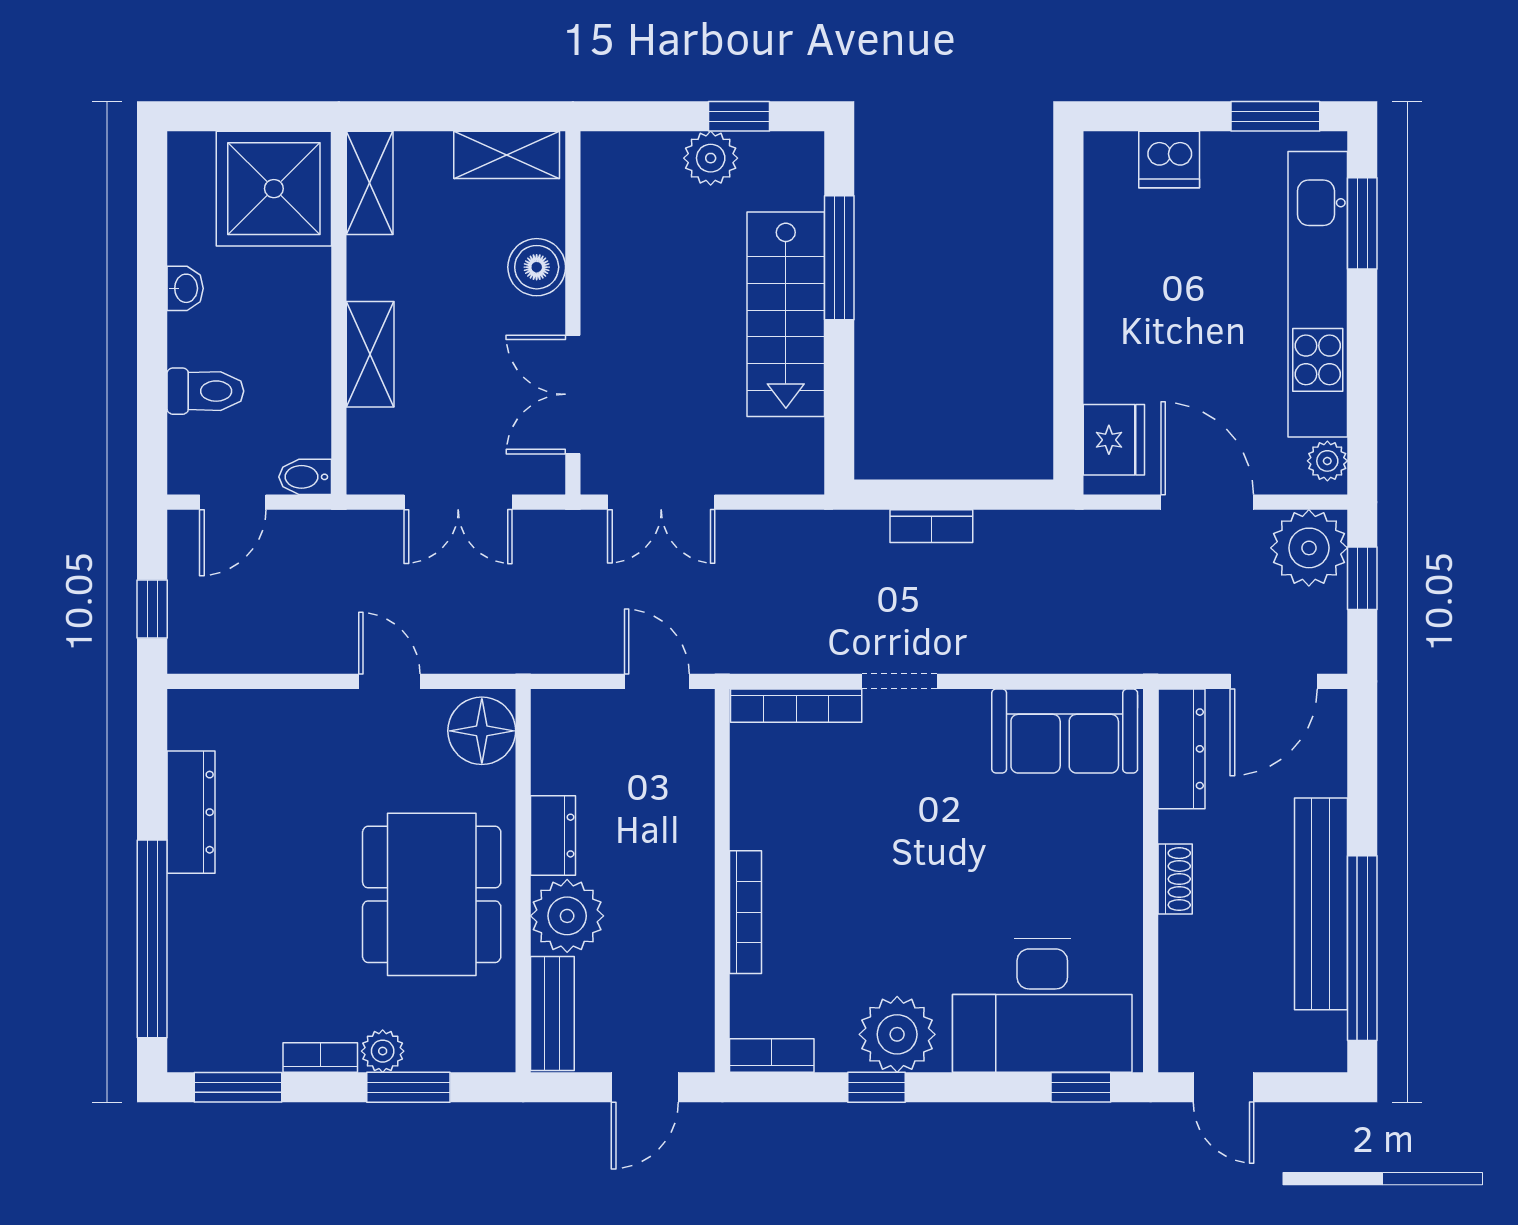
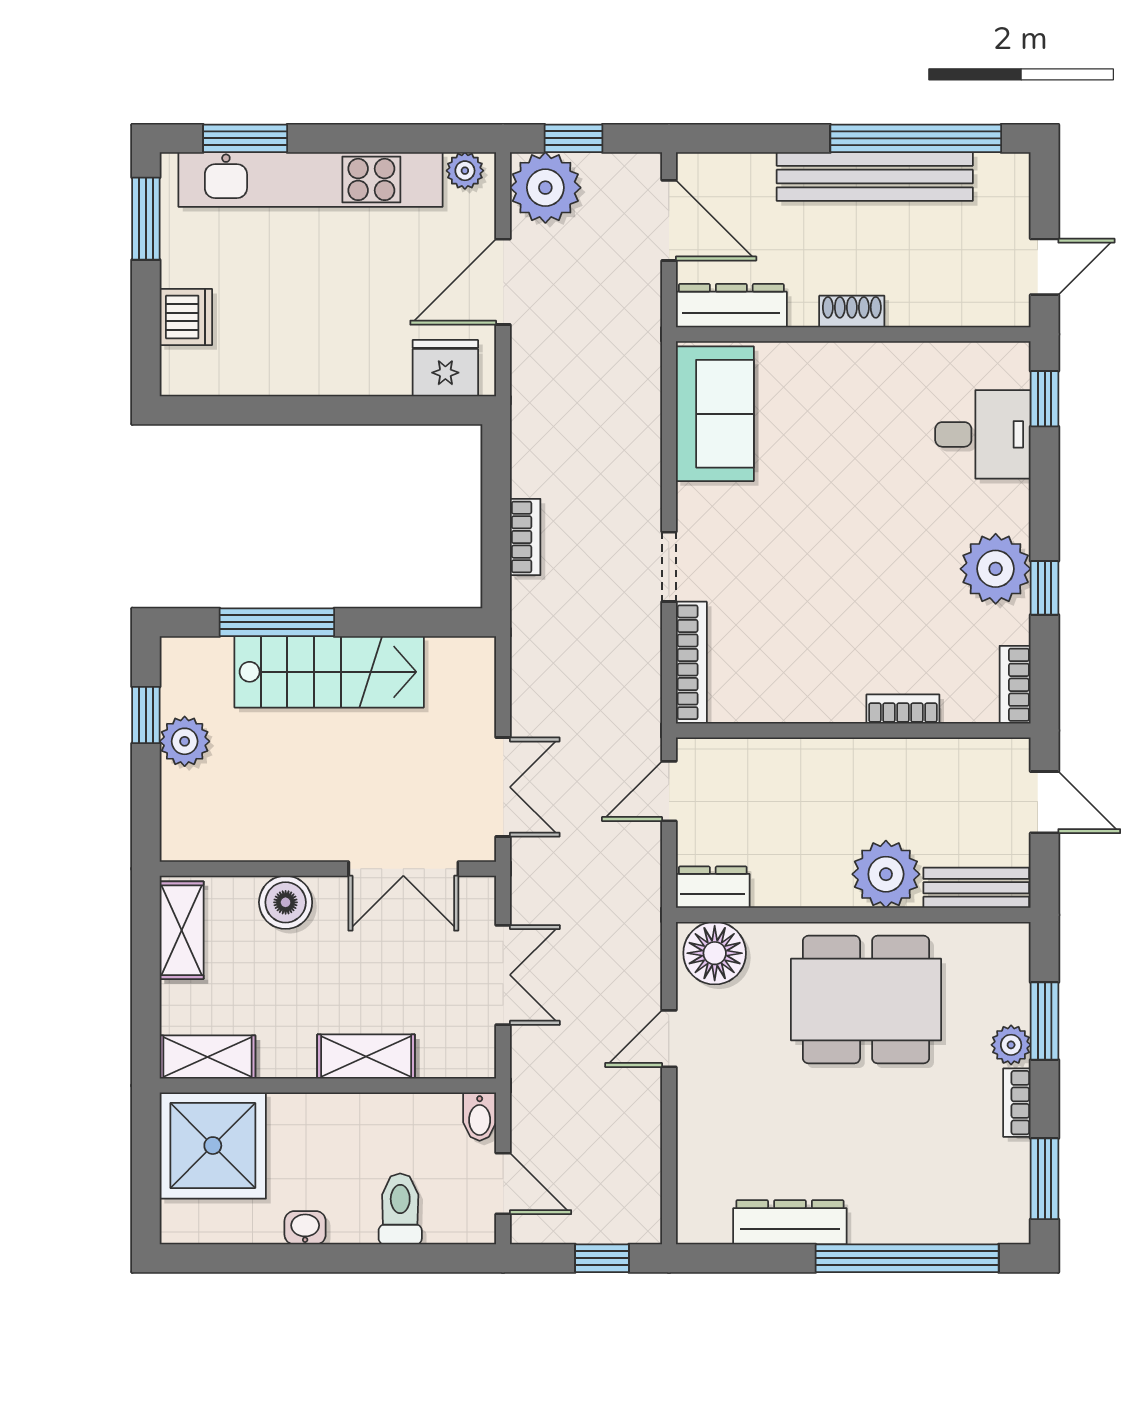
dresser: (553, 836) -> (713, 887), moved
bookcase: (746, 912) -> (903, 709), width x0.64
desk: (1042, 1005) -> (983, 434), width x0.53, depth x0.77

